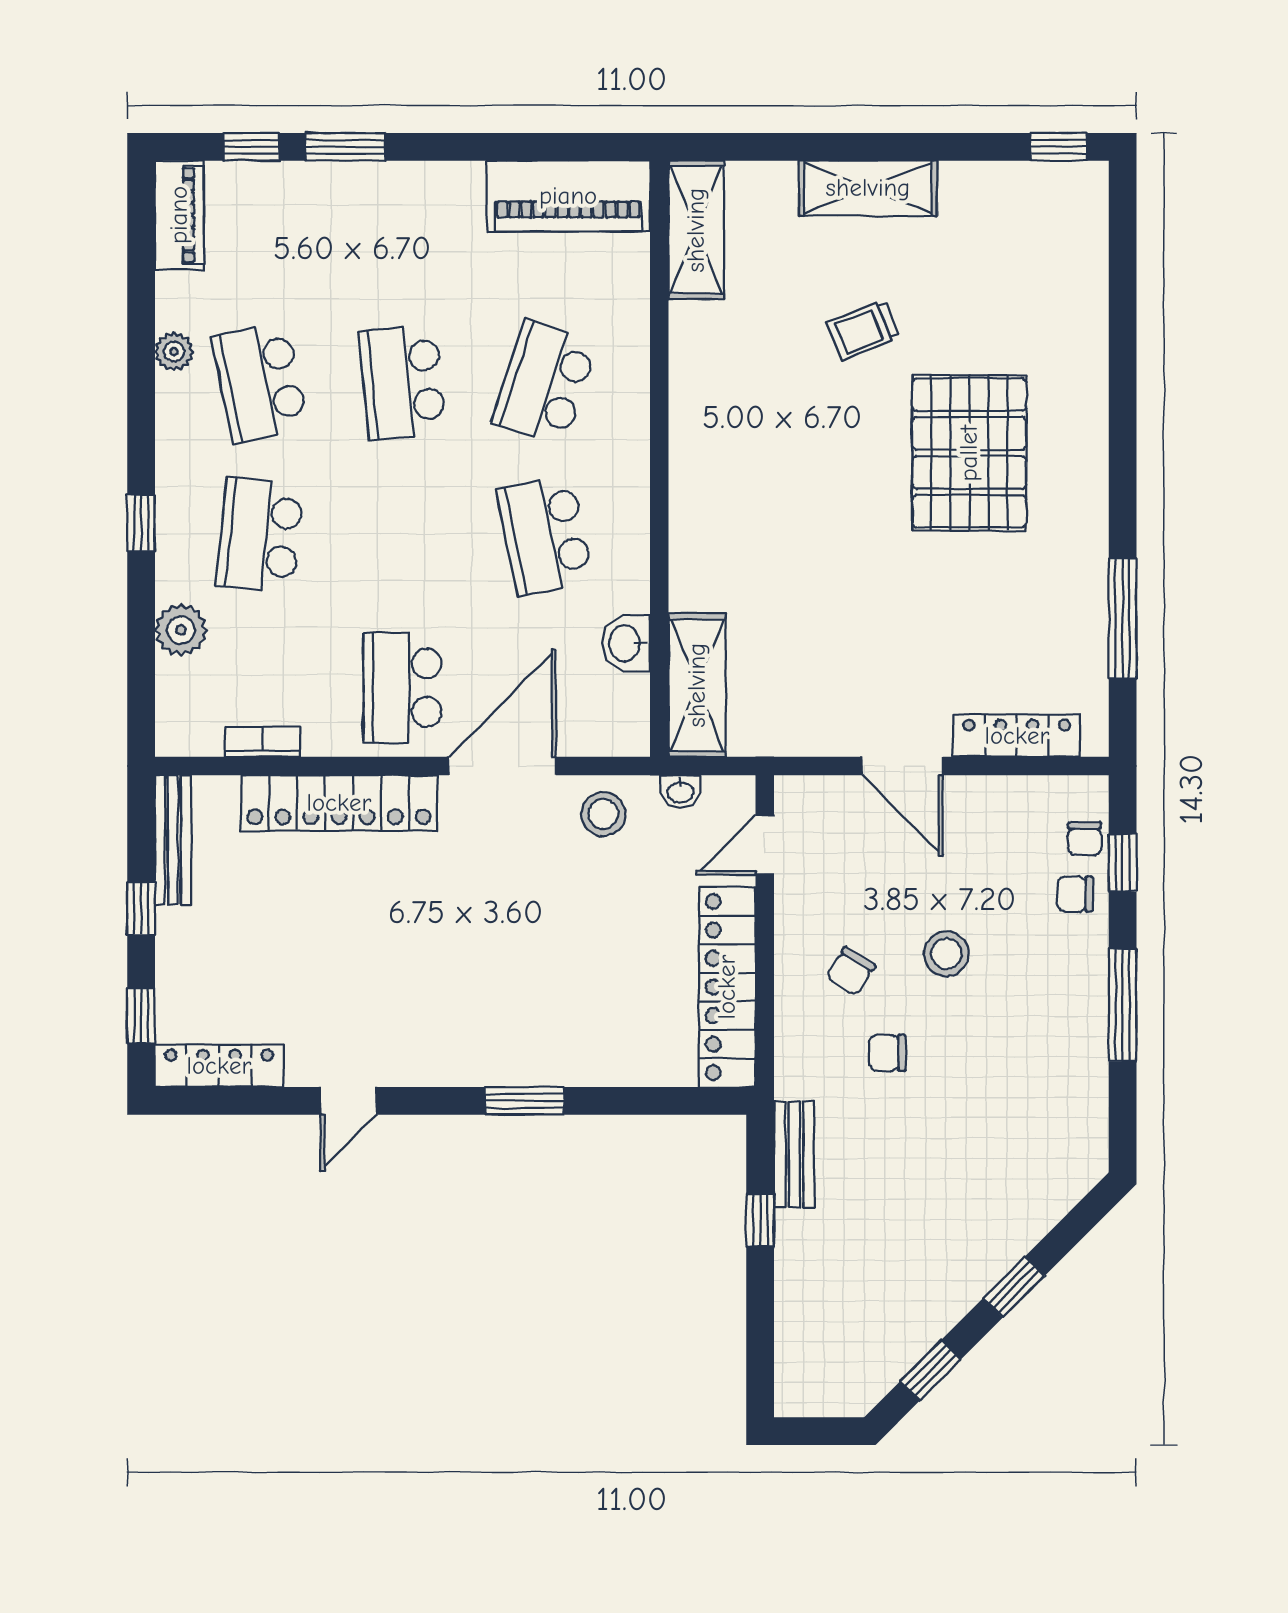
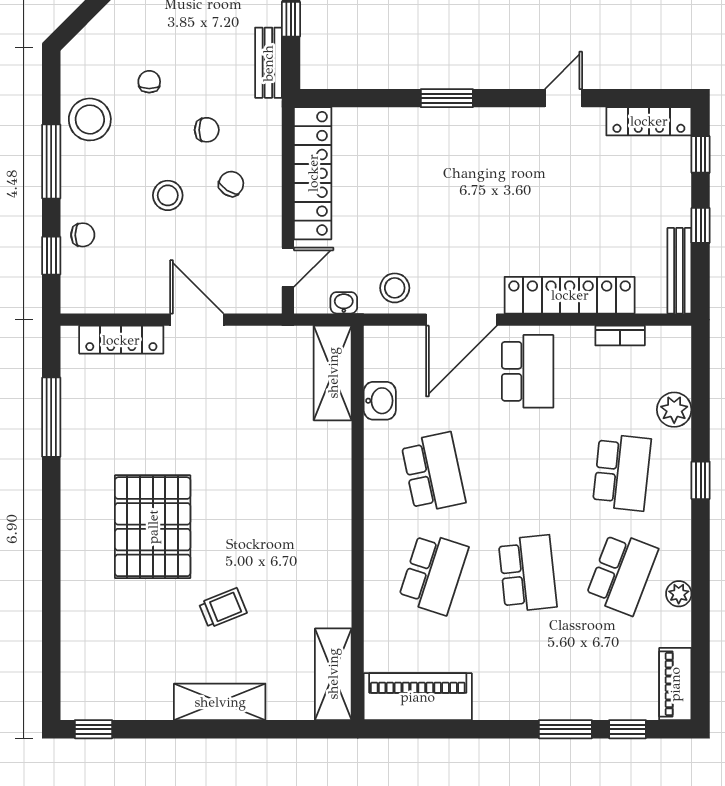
school desk: (260, 382) -> (622, 573), turned 33
chair: (1085, 839) -> (149, 82), moved
stool: (1064, 1069) -> (90, 119), added

